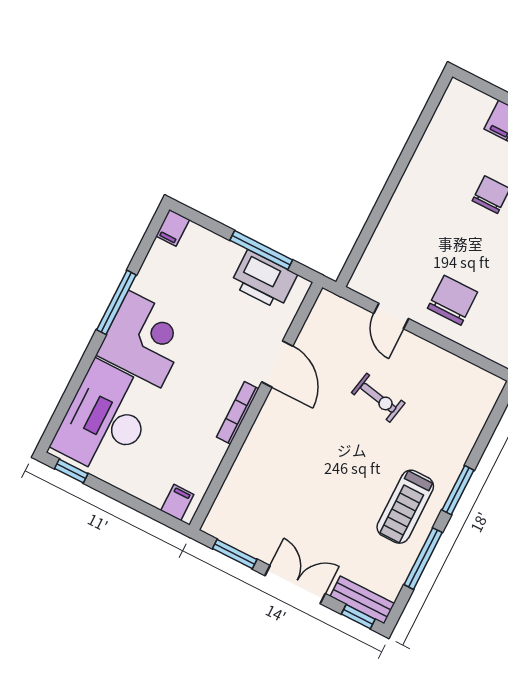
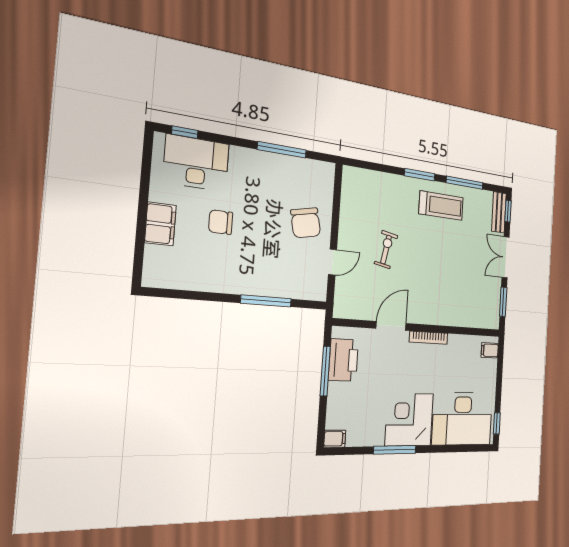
window: (378, 211) -> (266, 301), added
chair: (453, 300) -> (306, 223), turned -102

